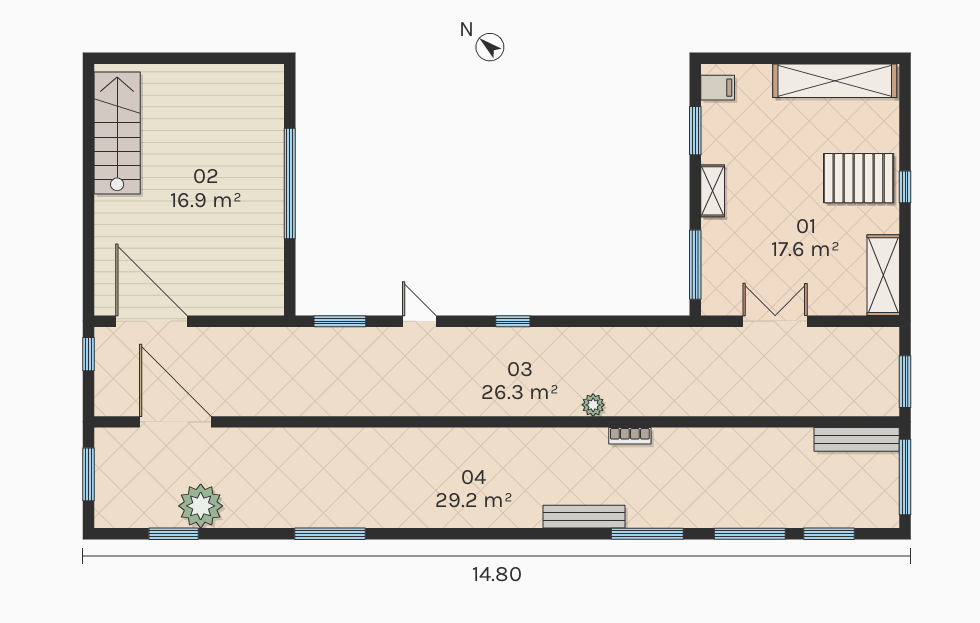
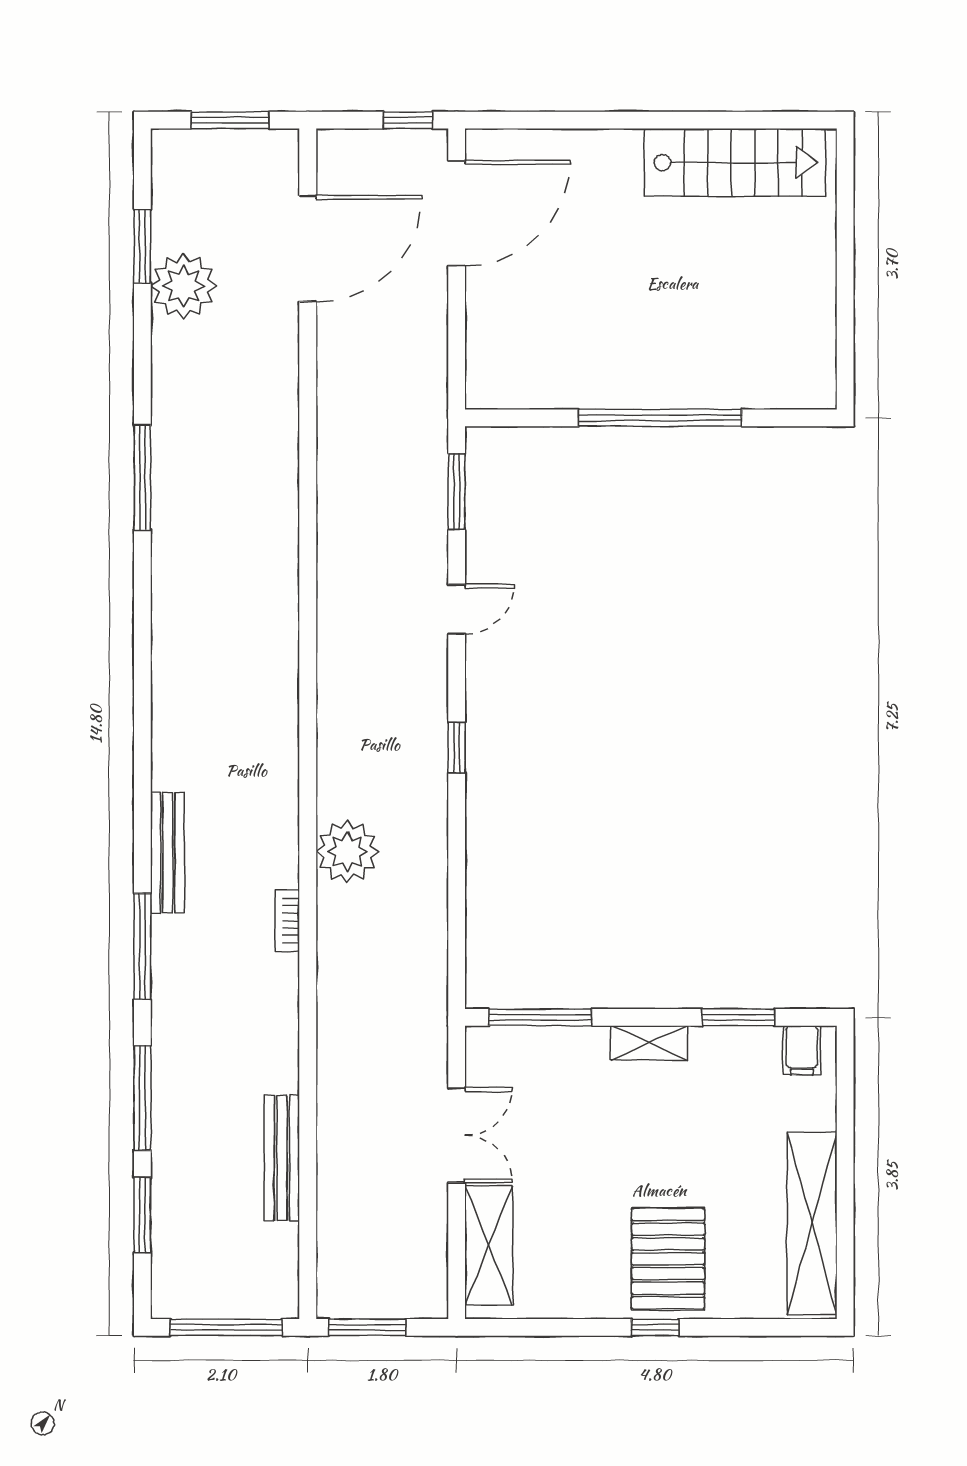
shelving: (883, 275) -> (489, 1245), moved, turned 90
plant: (593, 405) -> (347, 852), width x1.87, depth x1.87
bench: (857, 439) -> (282, 1158), moved

